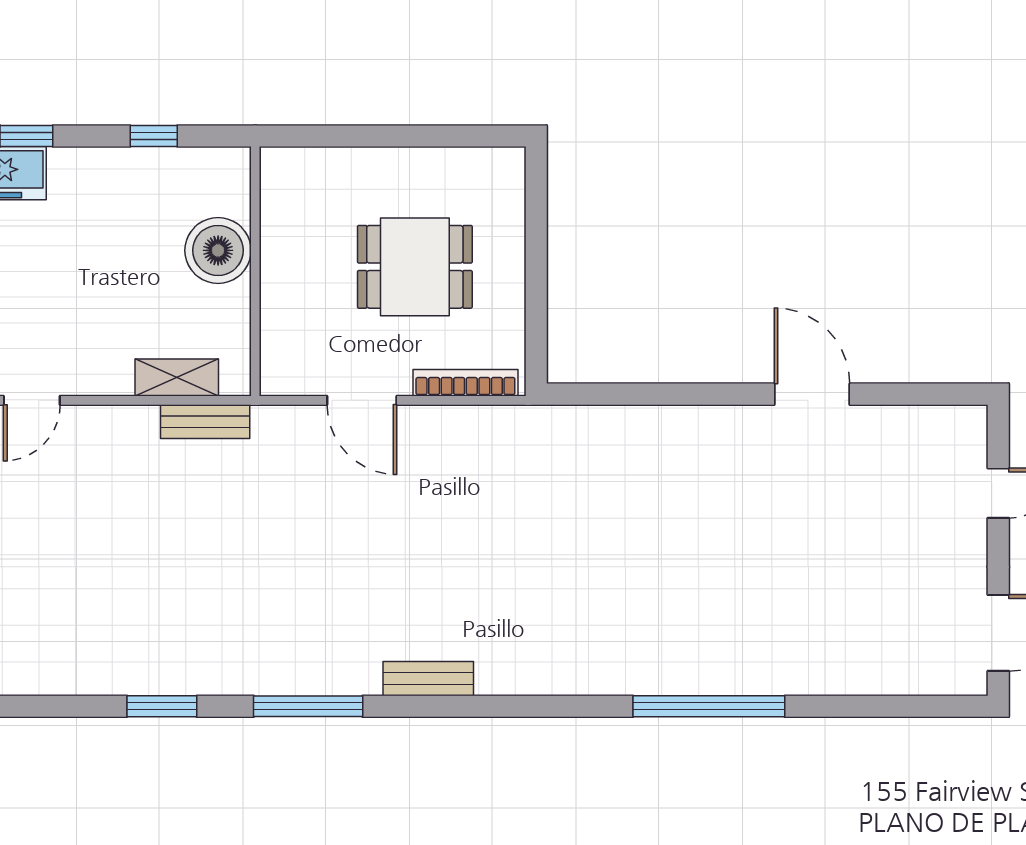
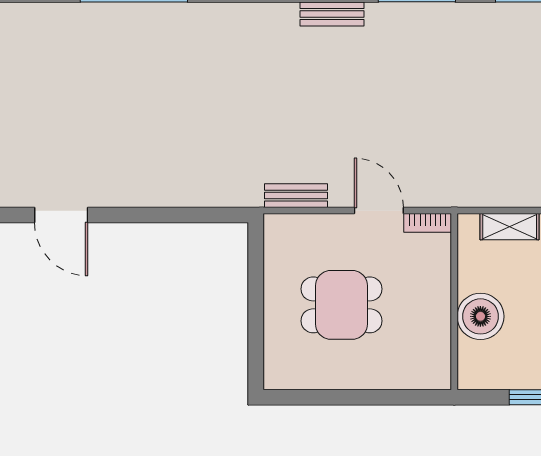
bookcase: (465, 383) -> (428, 223), moved, width x0.64
bench: (205, 422) -> (296, 196), moved

